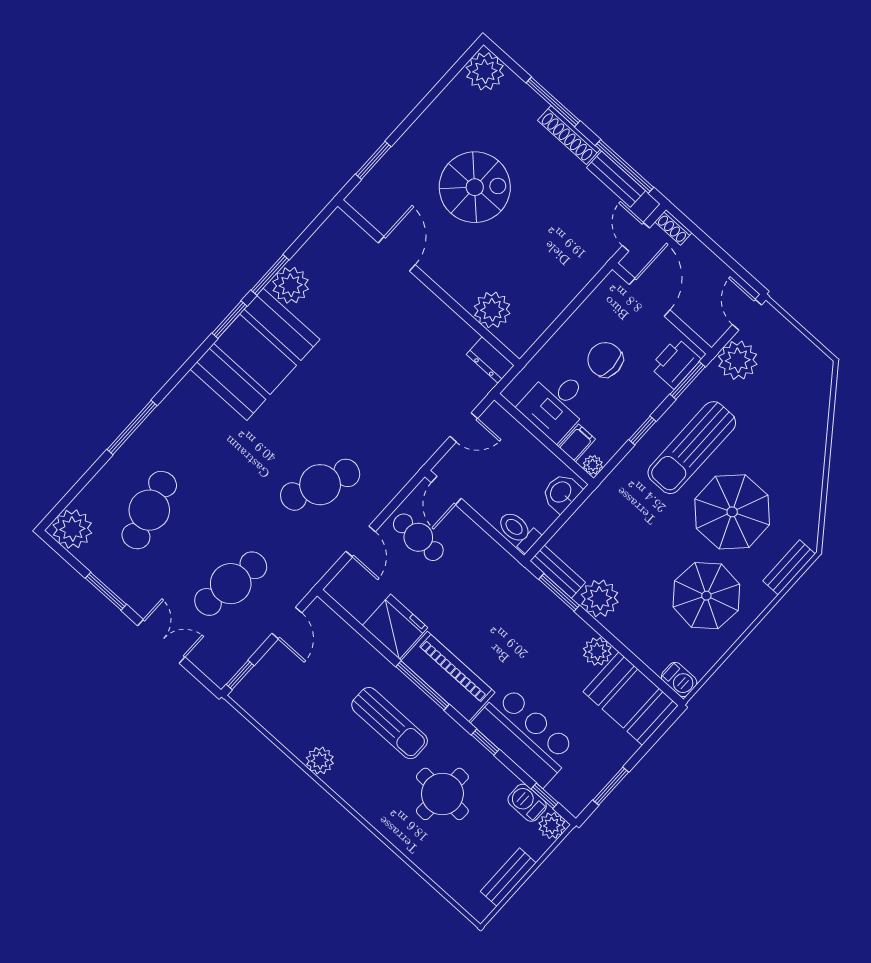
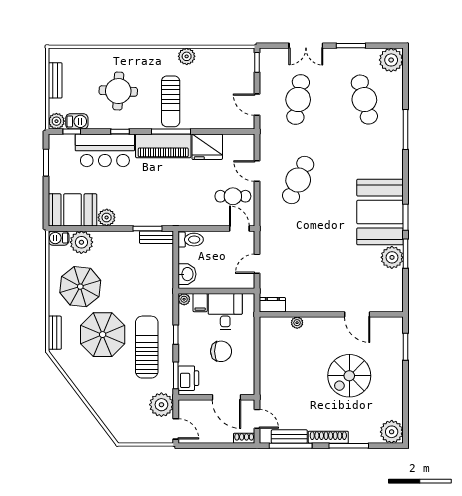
plant: (492, 310) -> (297, 323), width x0.53, depth x0.53
plant: (600, 598) -> (81, 242), moved
sun lounger: (390, 723) -> (171, 101), turned -90

